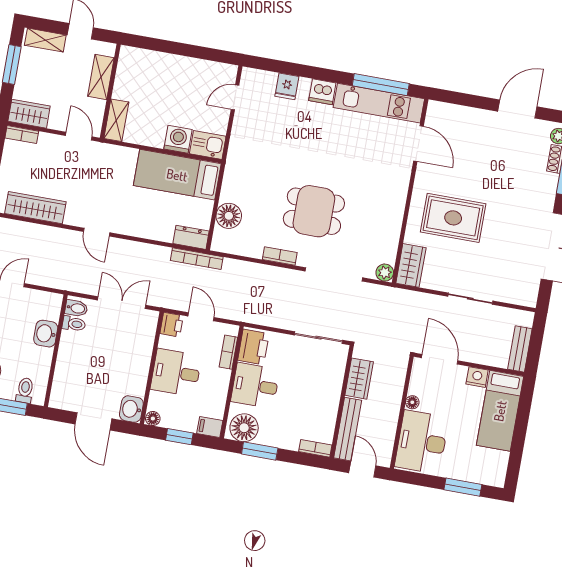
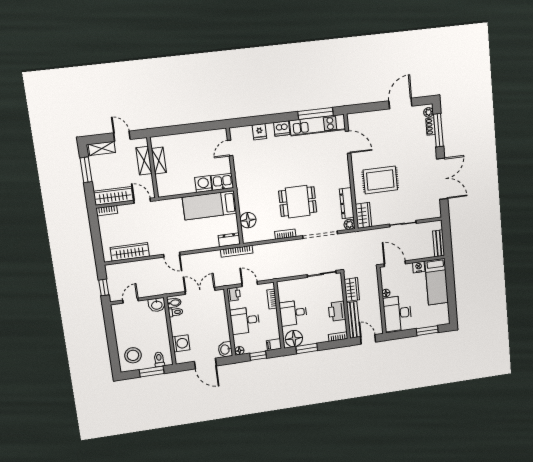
wardrobe: (29, 114) -> (113, 196), width x1.50
shelving: (116, 120) -> (159, 161), moved
dresser: (390, 238) -> (347, 203), added
washbasin: (46, 334) -> (157, 305), moved, turned -90
printer: (253, 347) -> (337, 311), moved, turned 180
washing machine: (66, 376) -> (181, 343), added

